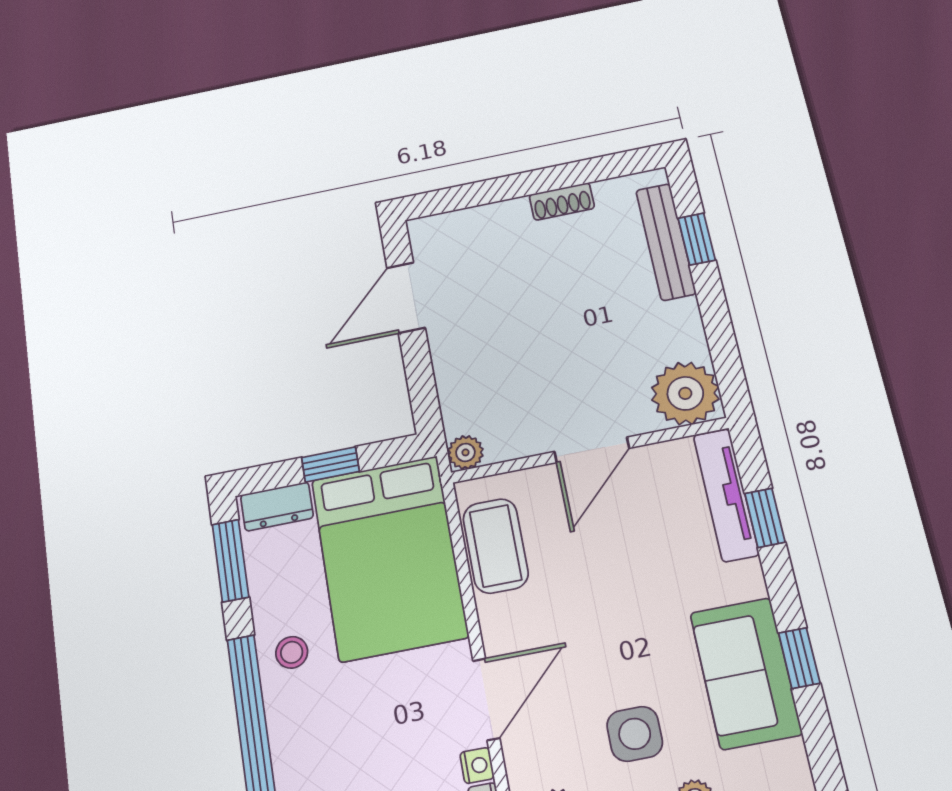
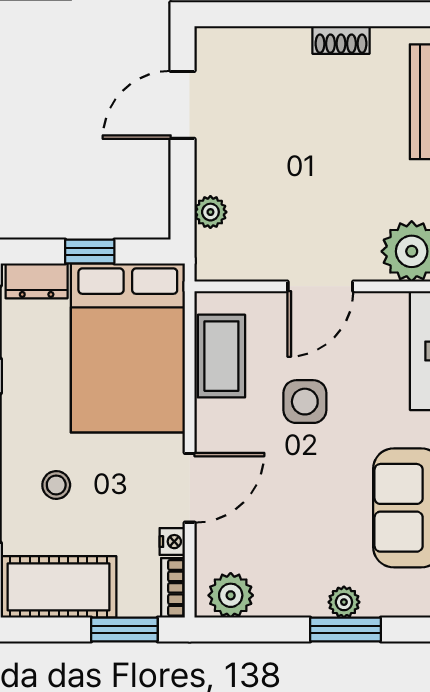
plant: (465, 452) -> (210, 212), moved
stool: (292, 652) -> (56, 485), moved
side table: (635, 734) -> (305, 402), moved

